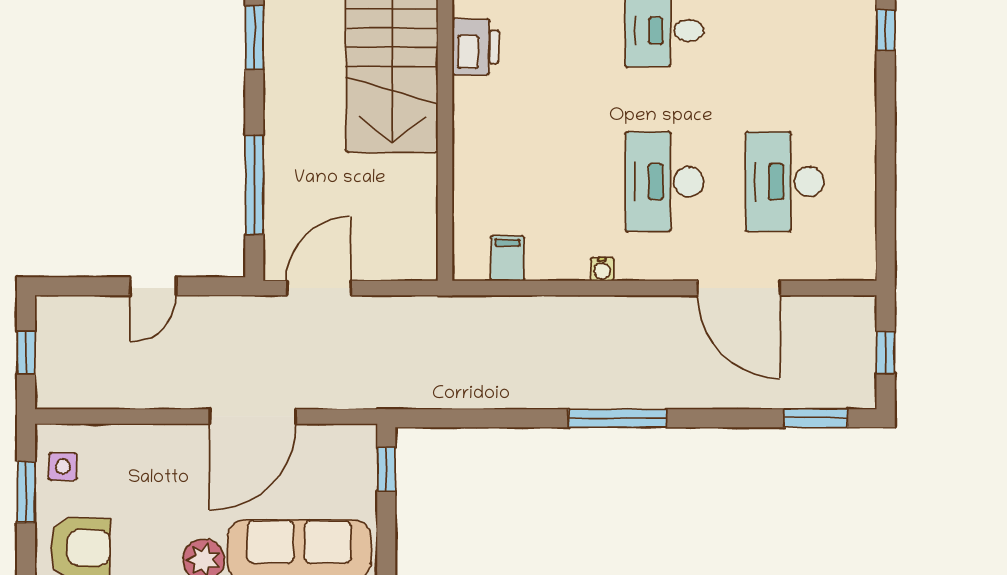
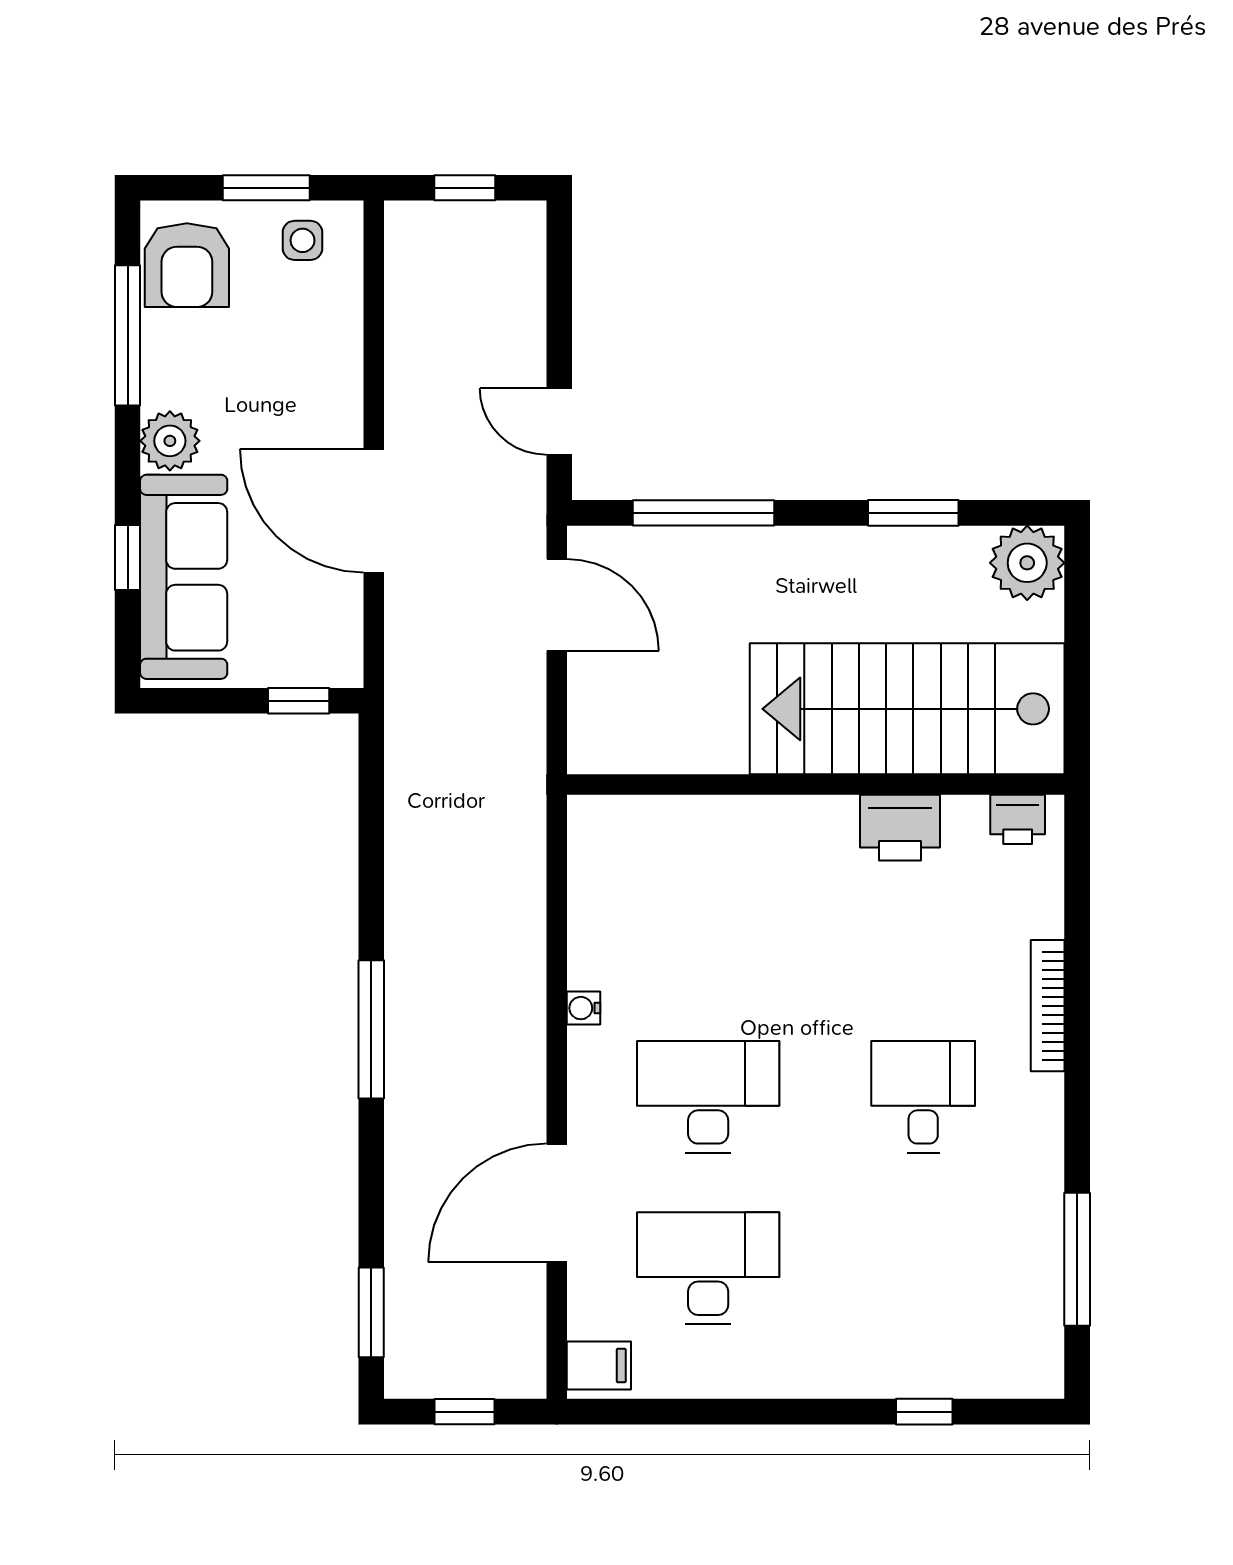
filing cabinet: (507, 258) -> (599, 1366), moved
door: (153, 286) -> (559, 421), moved

